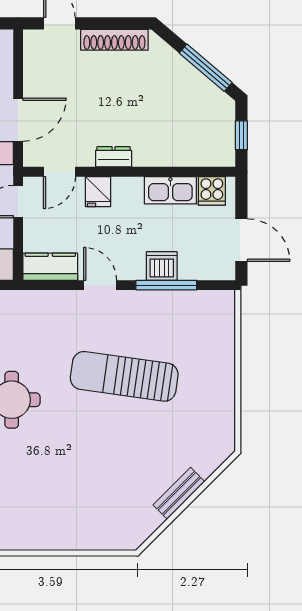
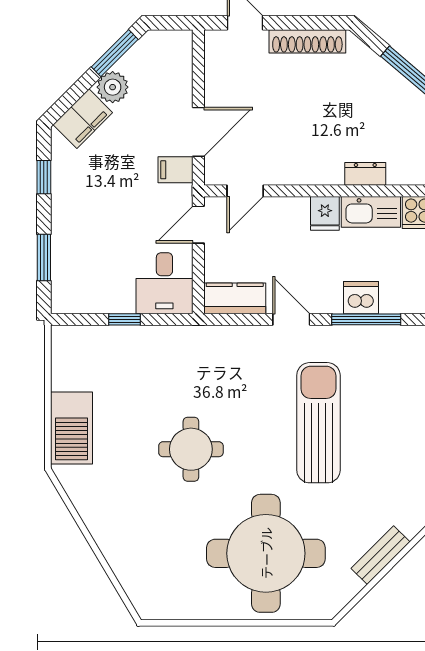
dresser: (114, 157) -> (365, 174), moved
fridge: (98, 192) -> (325, 213), moved
sun lounger: (124, 376) -> (318, 423), turned 82
round table: (78, 492) -> (266, 553), added

